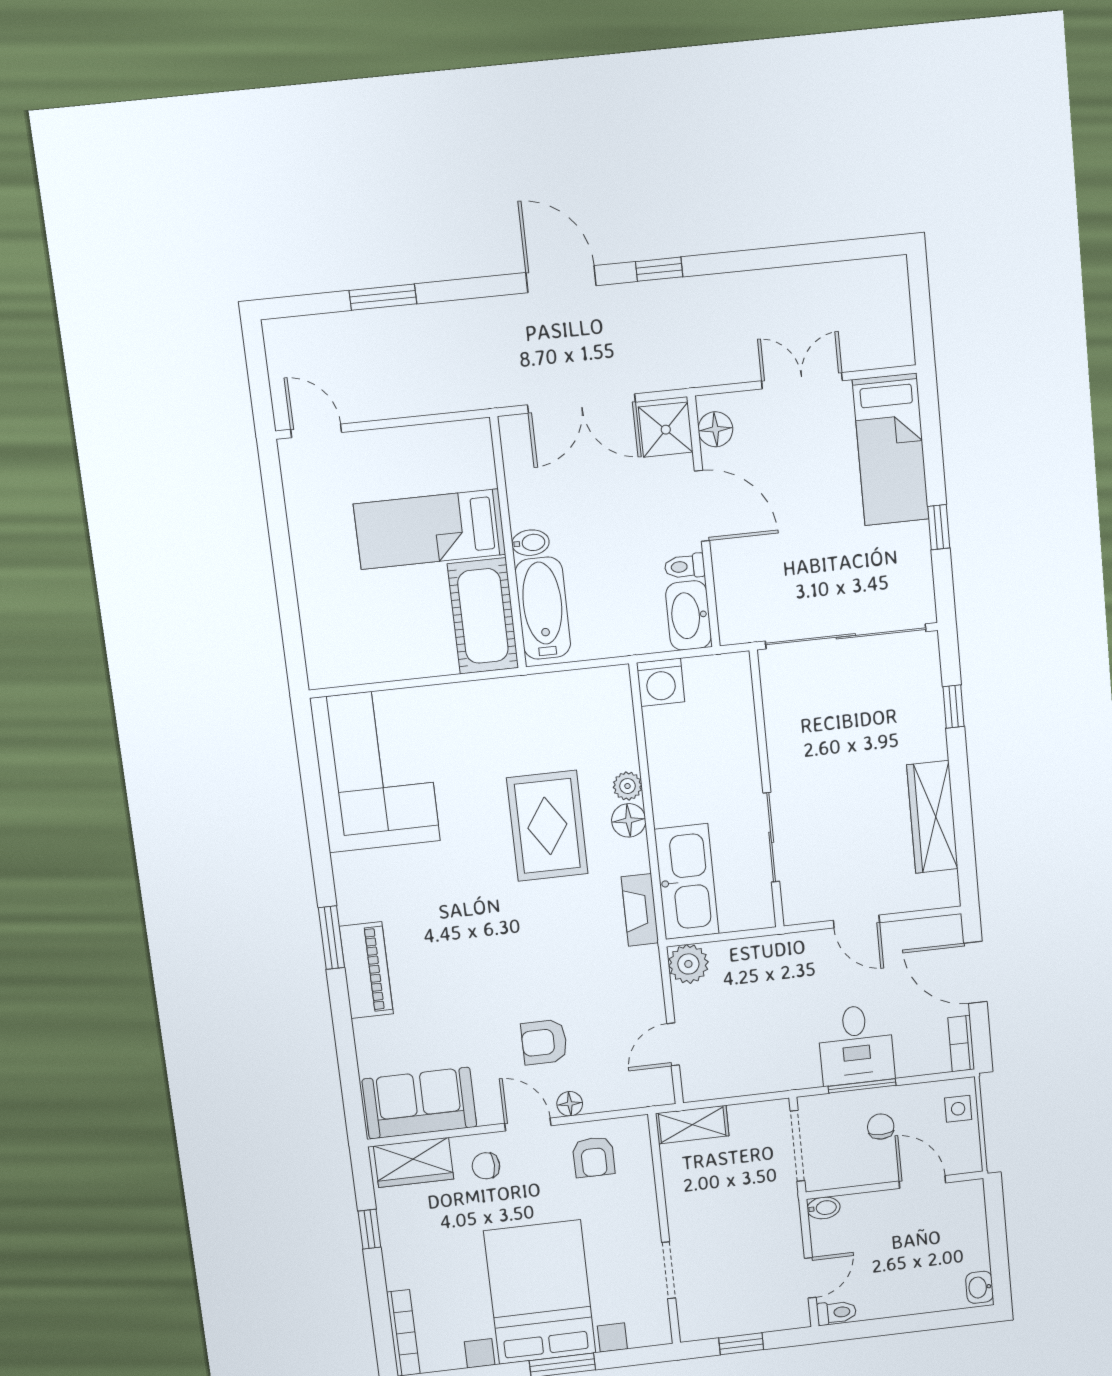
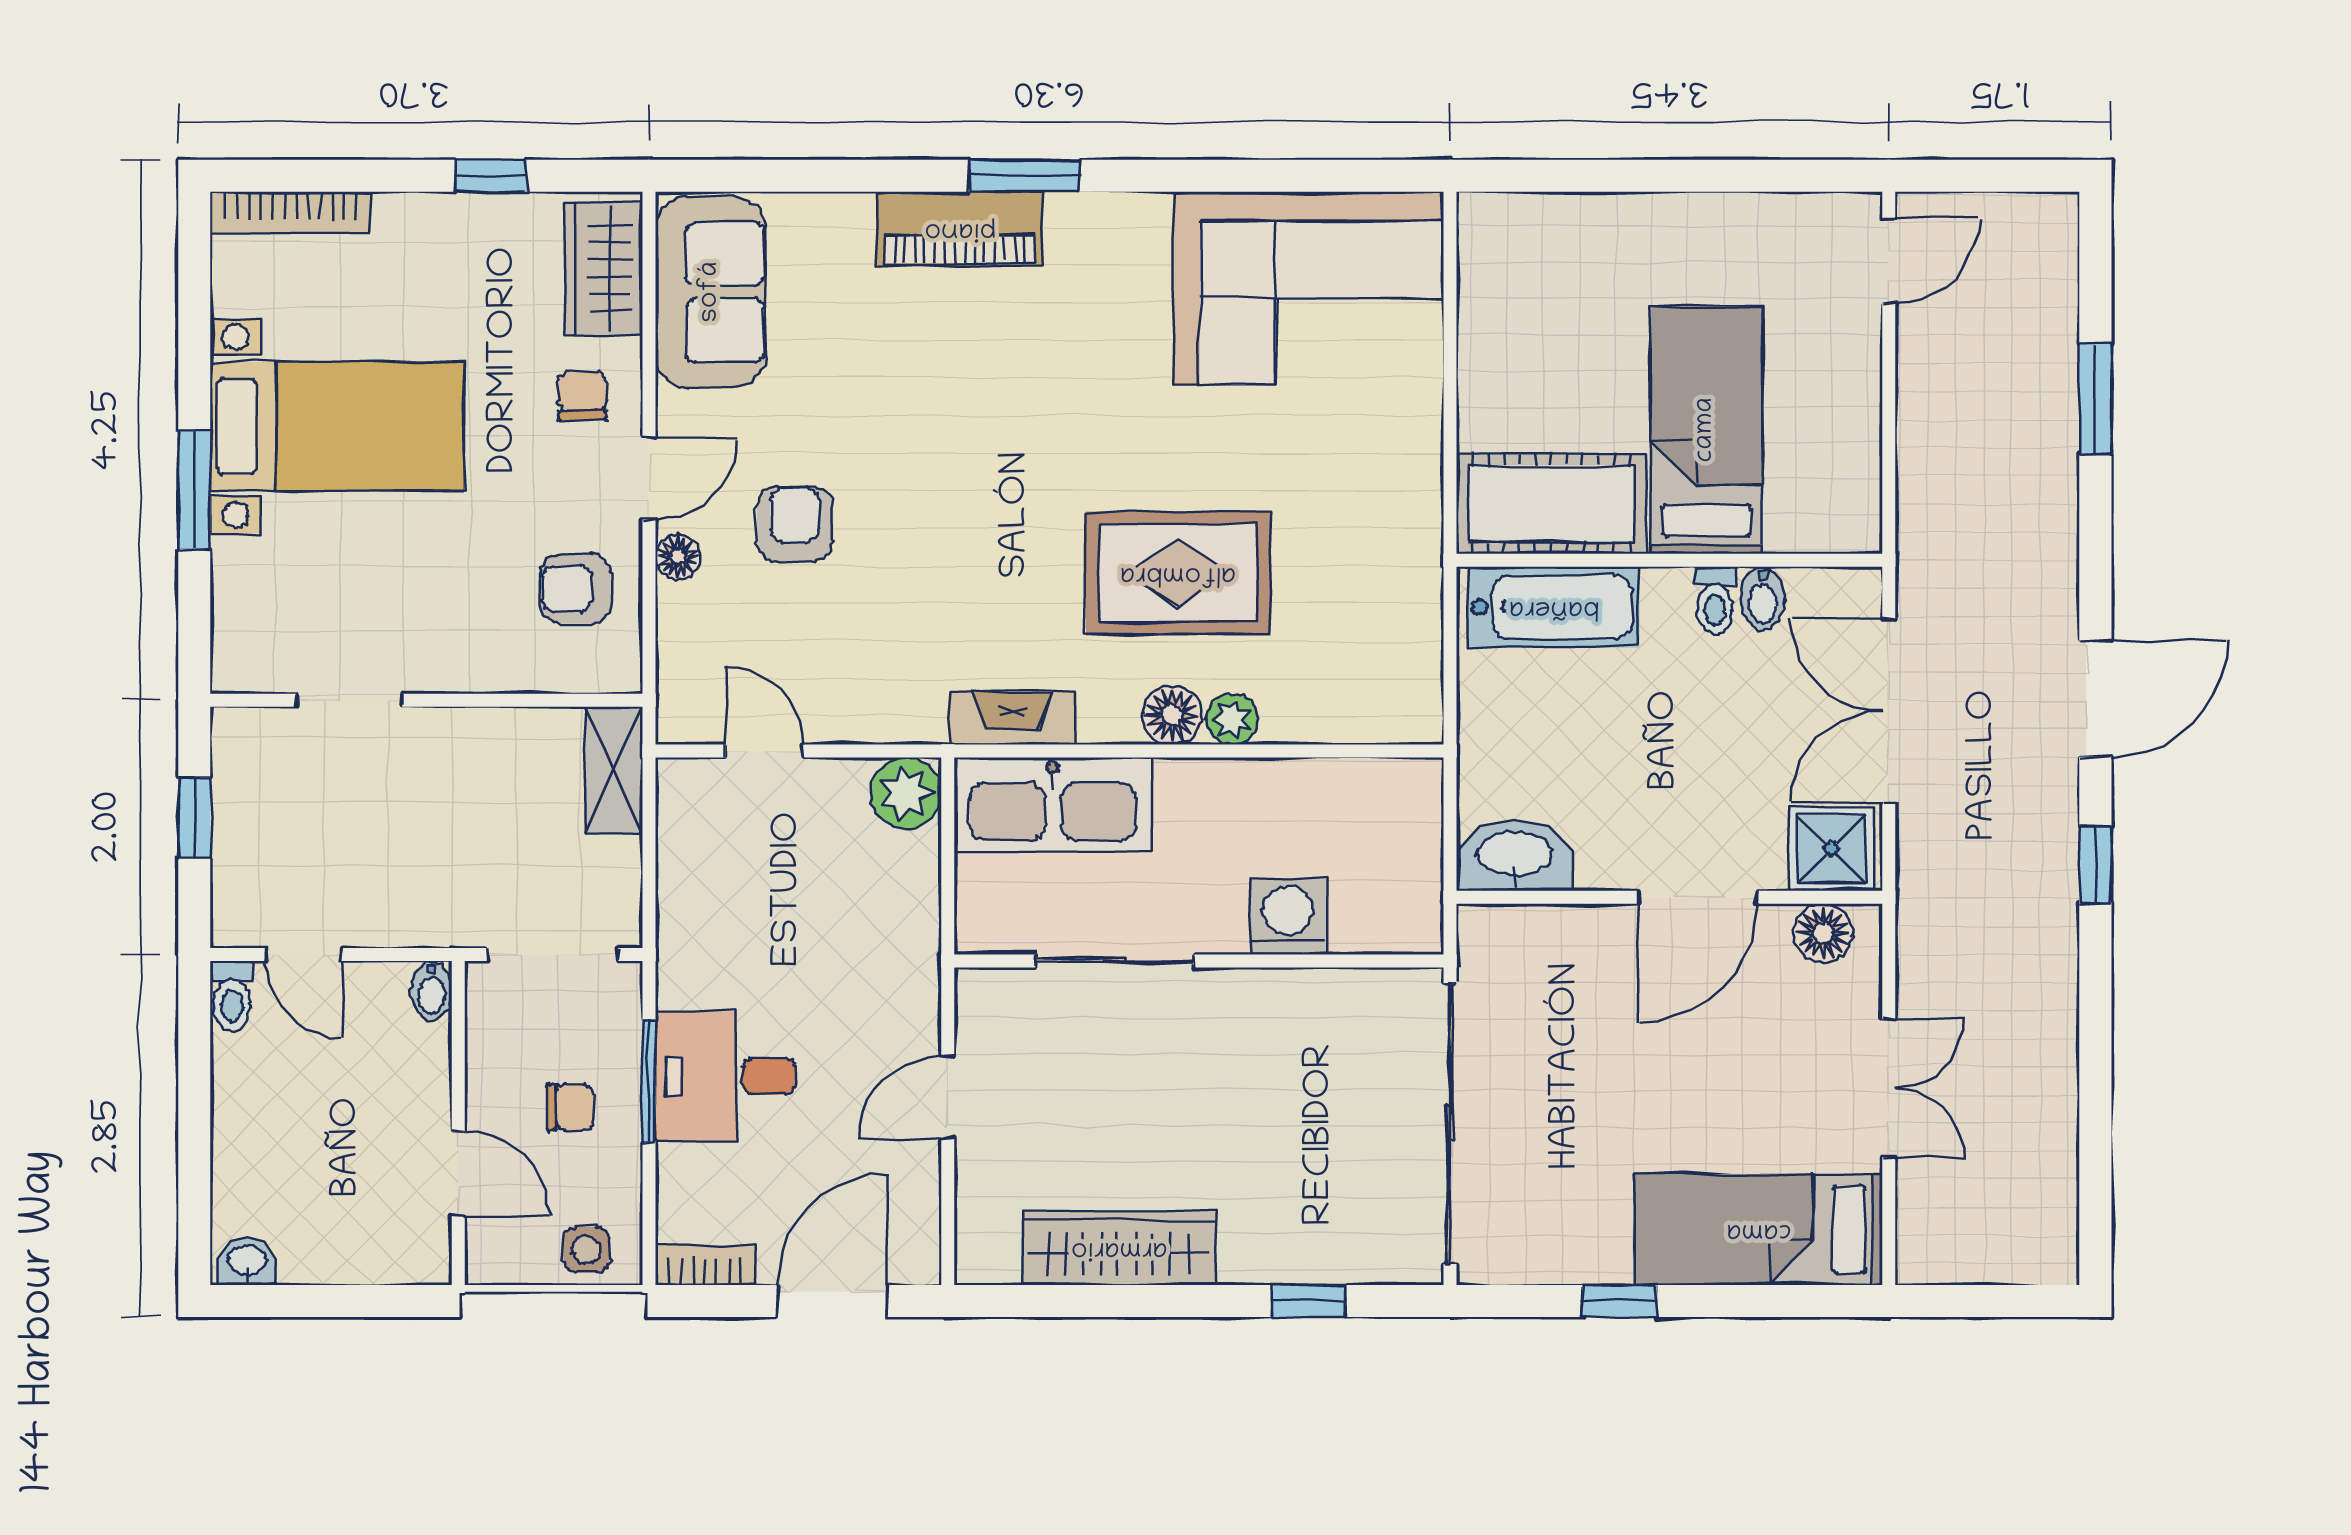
bidet: (530, 543) -> (1762, 599), moved
toilet: (685, 566) -> (1715, 600), moved, turned 180
washing machine: (661, 682) -> (1288, 916), moved, turned 90
door: (922, 1182) -> (458, 1174), hinge flipped
bed with nightstands: (540, 1292) -> (337, 426), width x0.73

